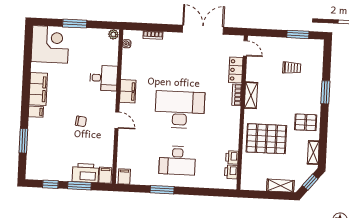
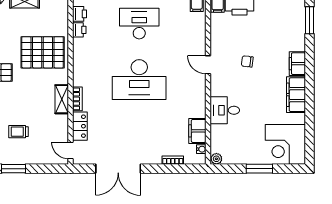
filing cabinet: (128, 91) -> (197, 131), moved
filing cabinet: (36, 112) -> (297, 64), width x2.00
window: (23, 141) -> (310, 20), moved

